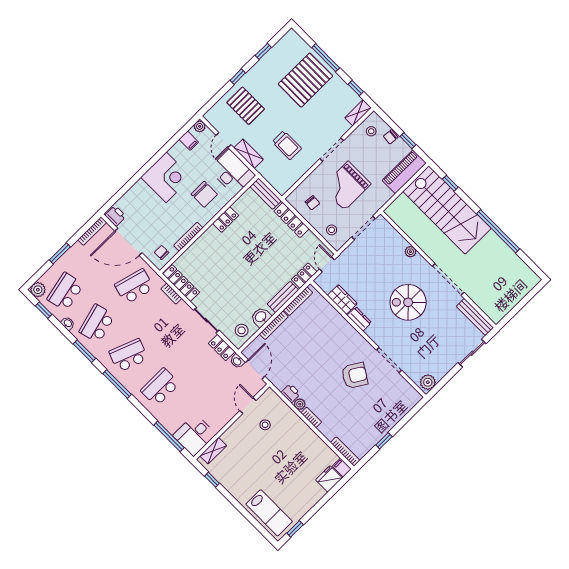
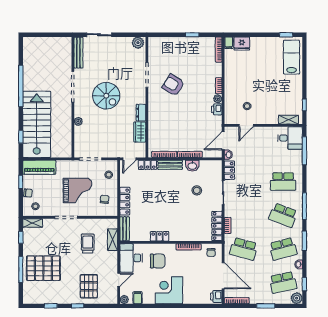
shelving: (249, 154) -> (113, 240), moved
chair: (204, 194) -> (158, 261), turned 90
stool: (242, 330) -> (197, 190), moved

